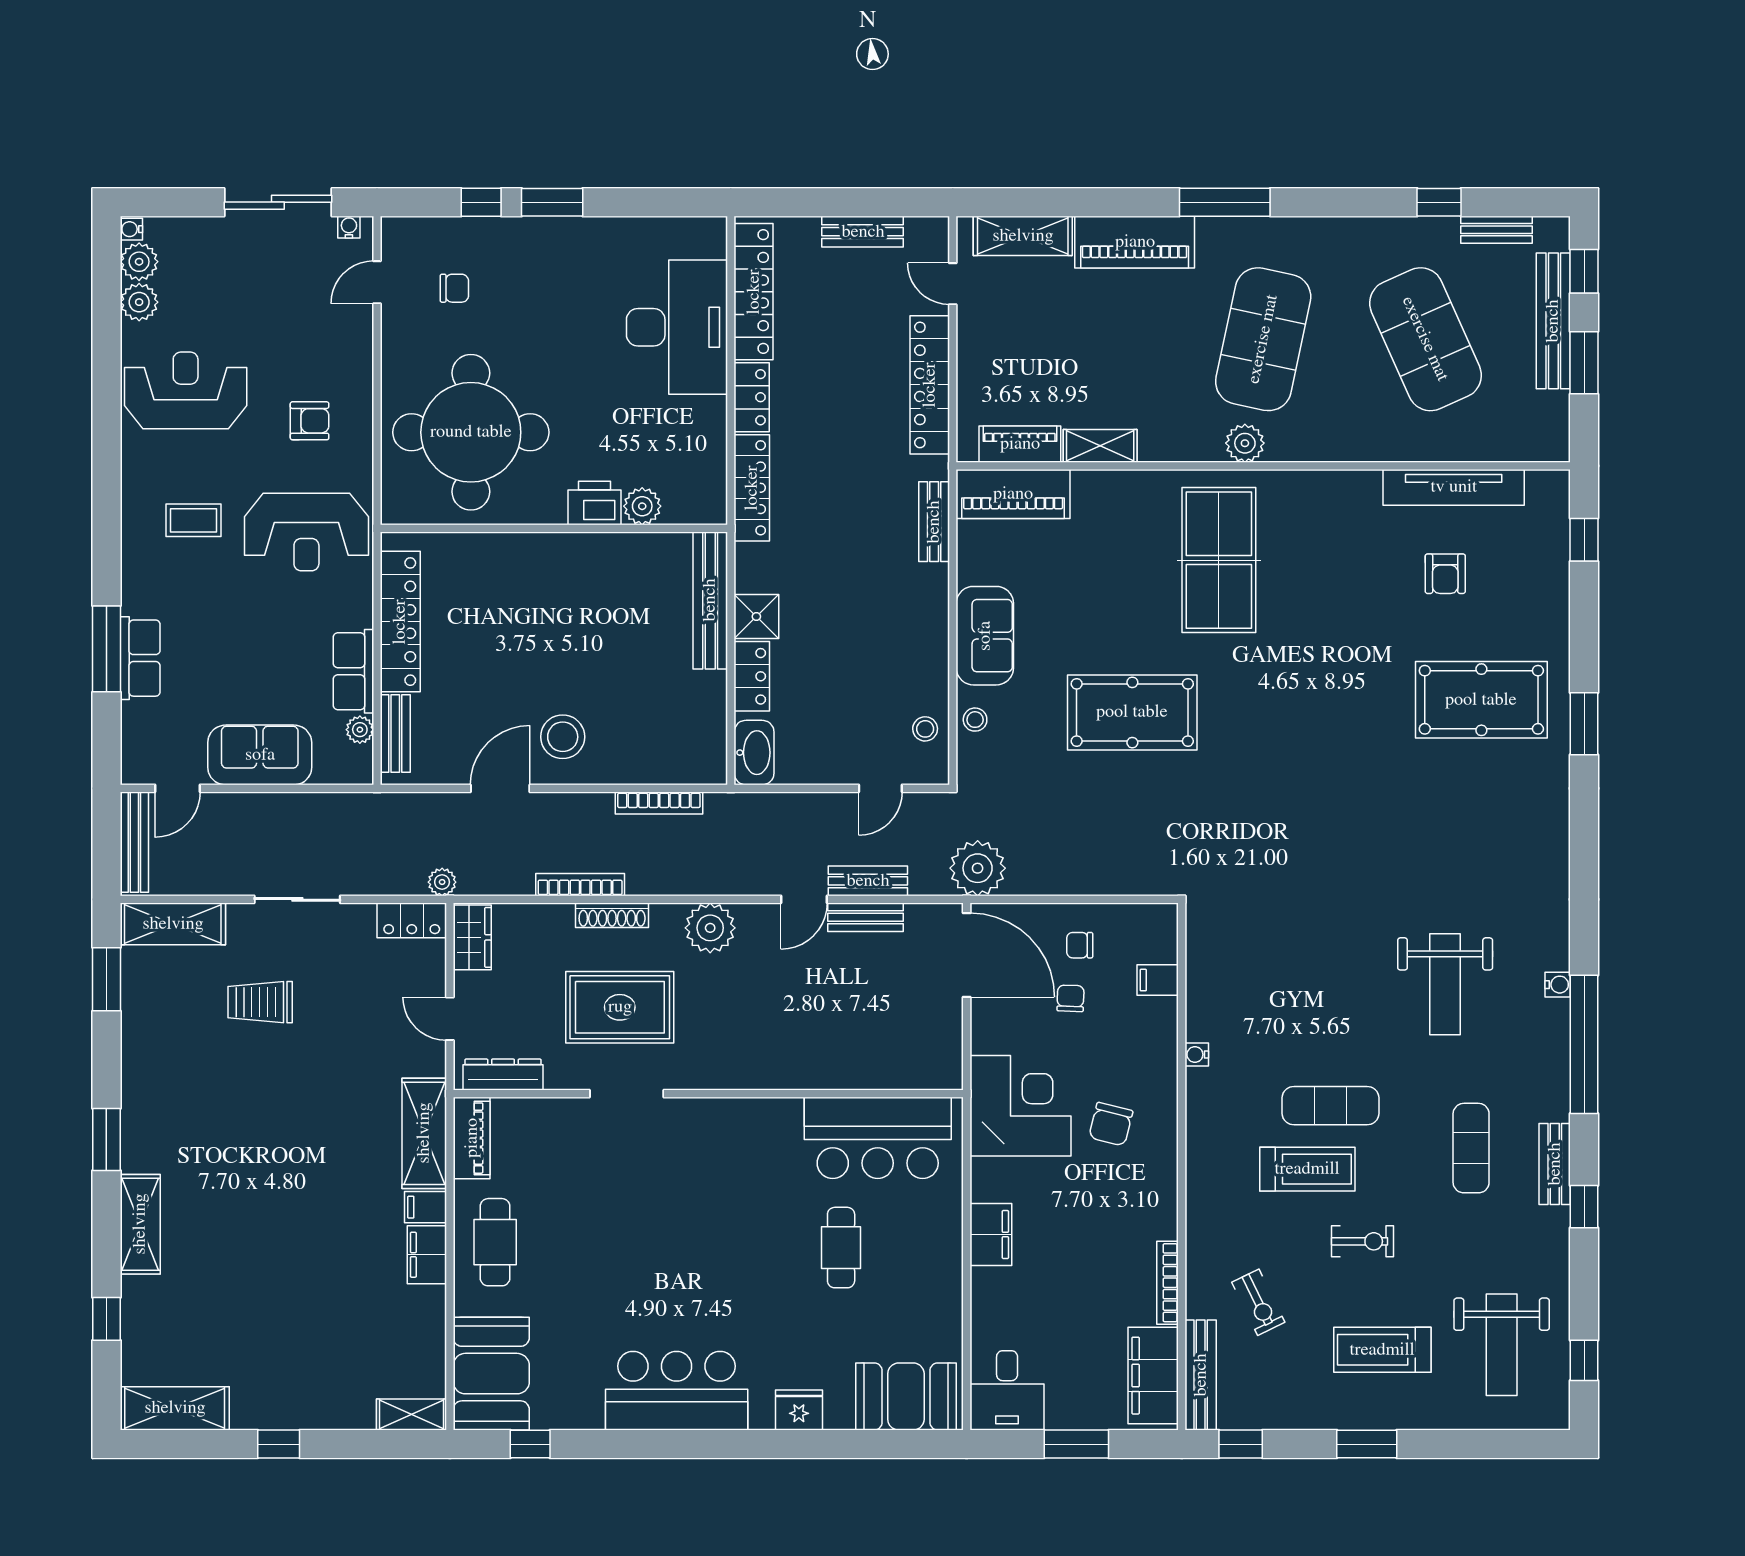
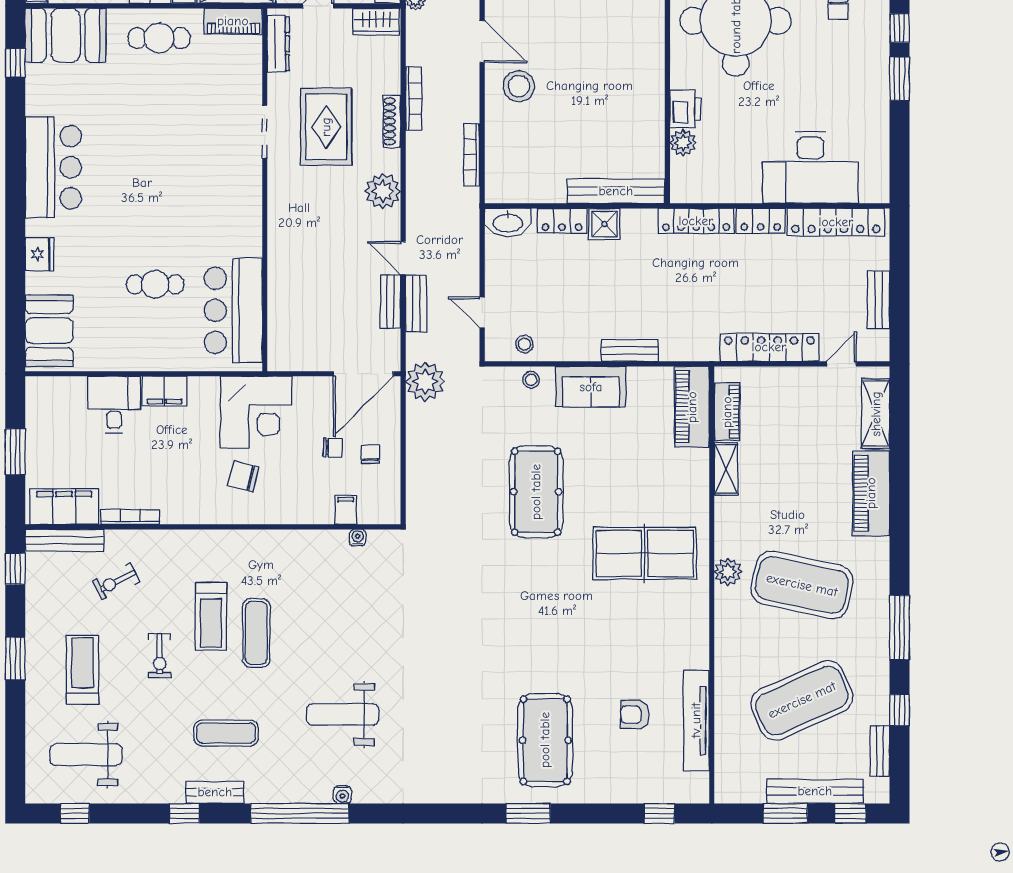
window: (1225, 202) -> (899, 627), moved
bench: (934, 522) -> (630, 351), moved
water cooler: (1197, 1055) -> (358, 538), moved
desk: (1007, 1390) -> (114, 405), moved, turned 90

